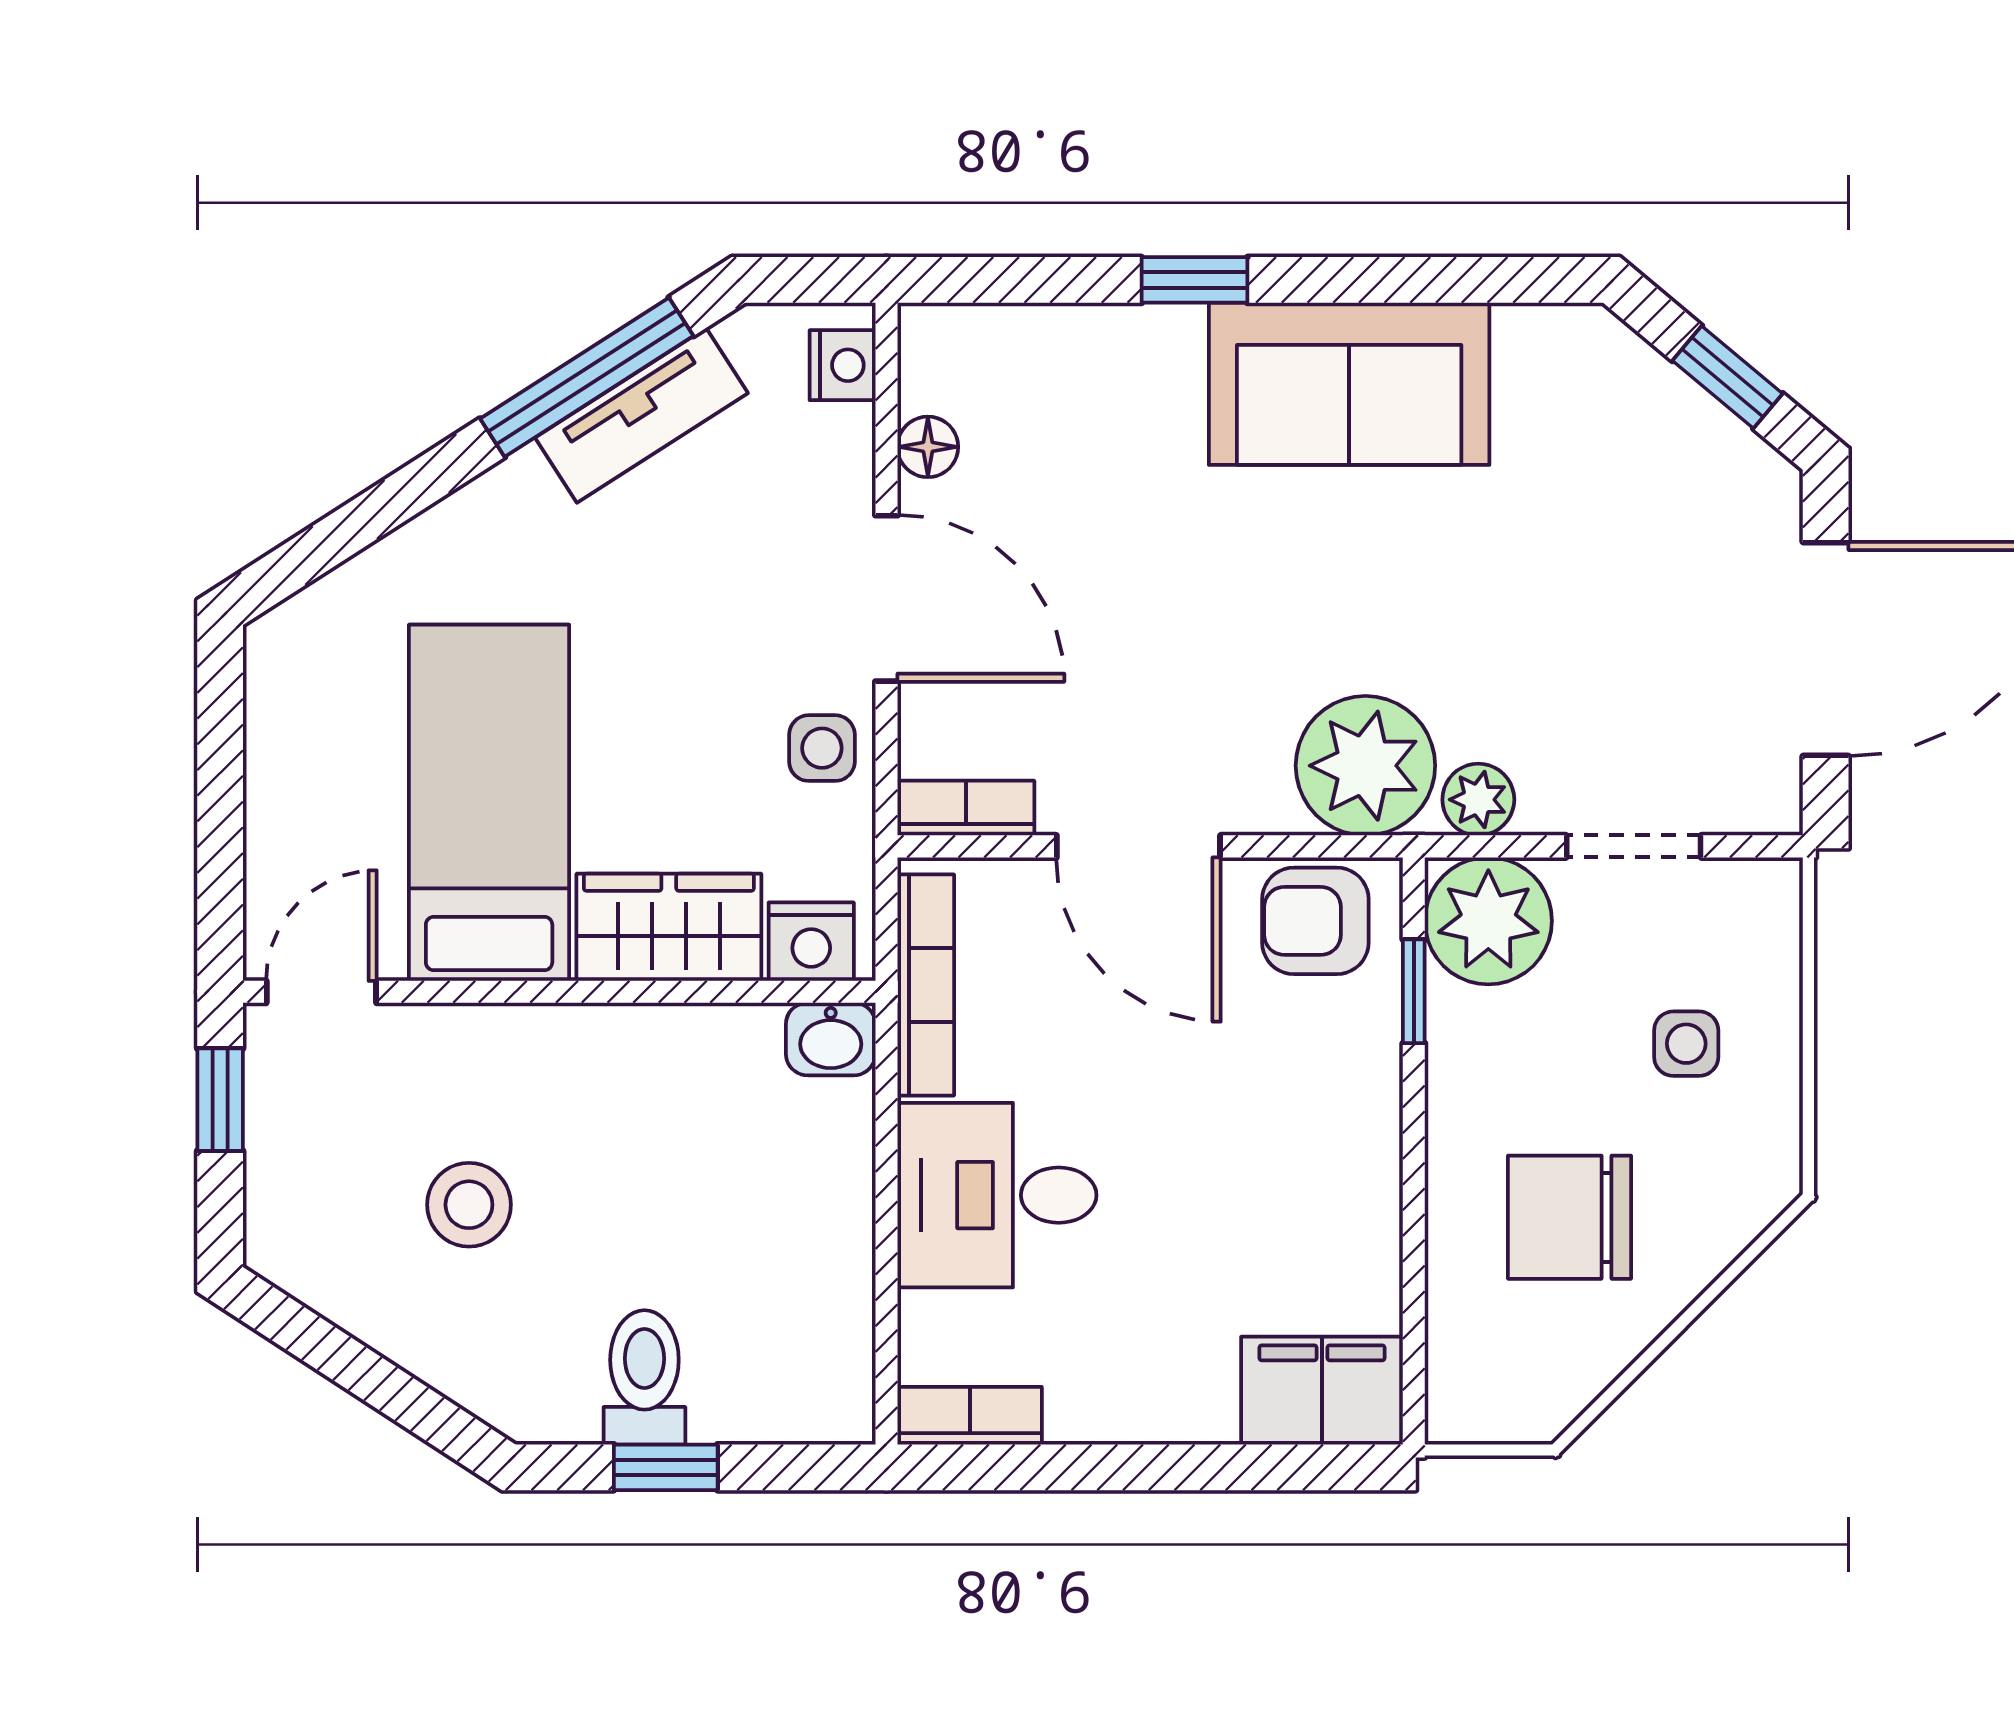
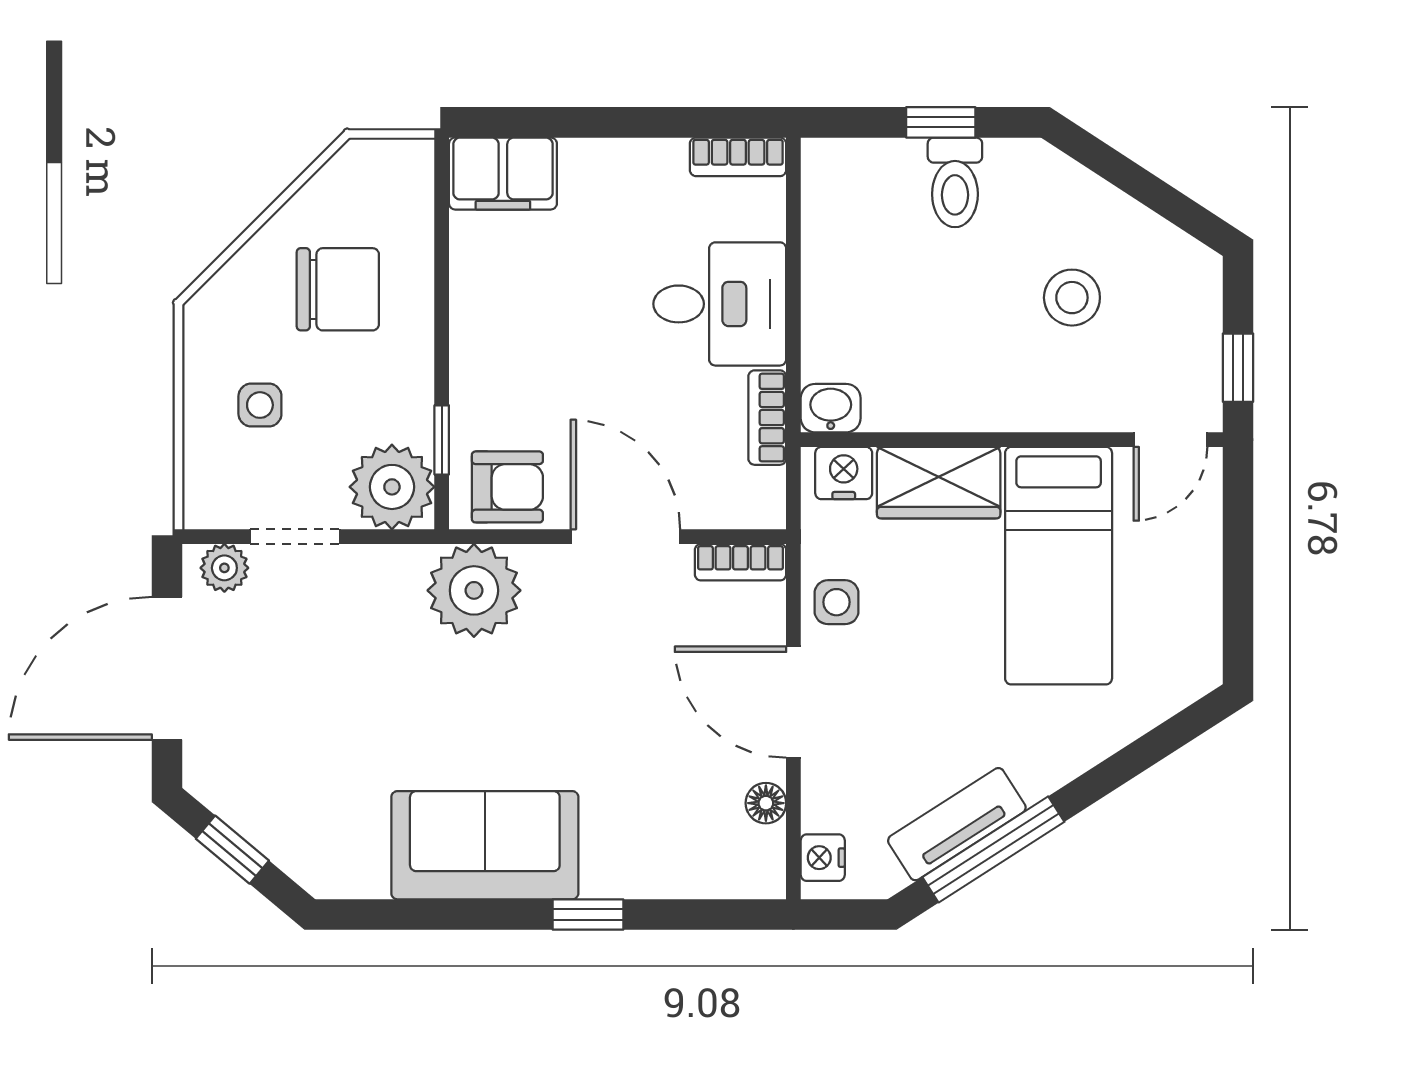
plant: (1478, 800) -> (224, 568), moved
bookcase: (926, 985) -> (767, 418), width x0.64

